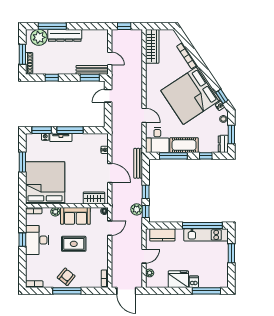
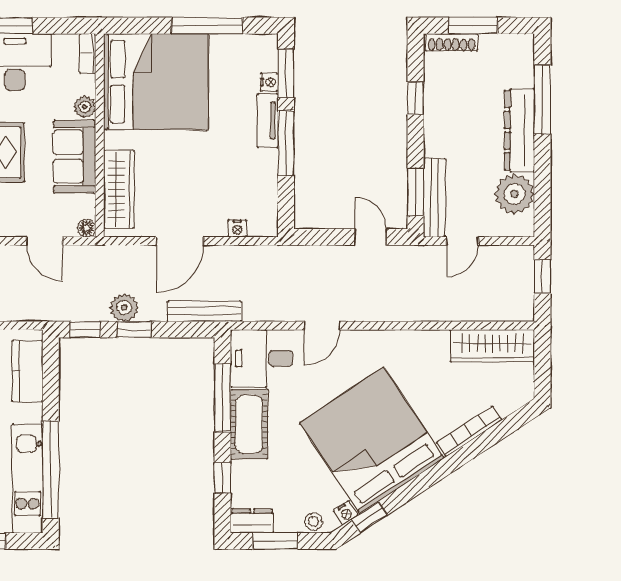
plant: (39, 37) -> (515, 194), moved
window: (22, 162) -> (207, 26), width x1.44
wardrobe: (94, 198) -> (119, 189), width x1.50
plant: (137, 209) -> (124, 308), moved

